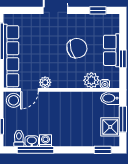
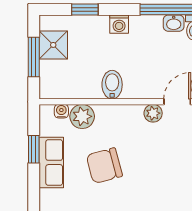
bidet: (110, 98) -> (112, 85), moved, turned -90
washing machine: (45, 141) -> (119, 24), moved
window: (103, 150) -> (85, 10), moved

